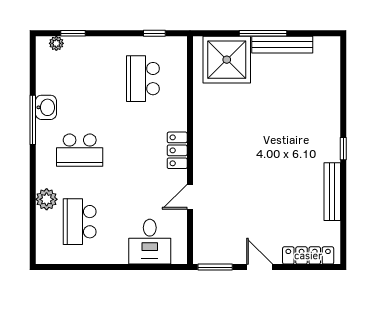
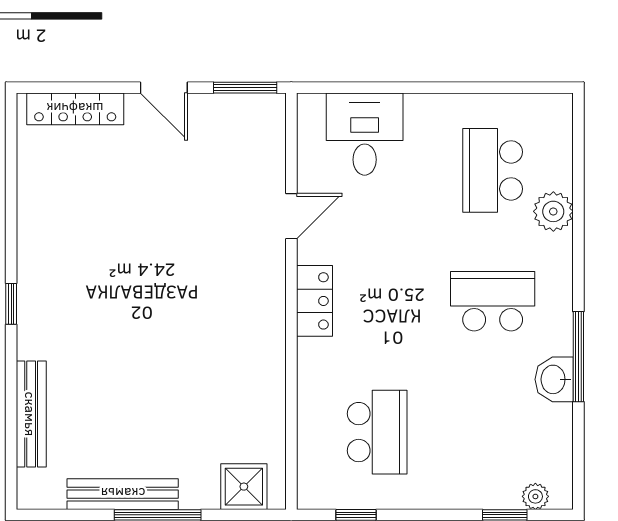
shower: (227, 60) -> (244, 487), width x0.54, depth x0.54
bench: (332, 192) -> (31, 414), moved
school desk: (80, 222) -> (493, 170), turned 180

